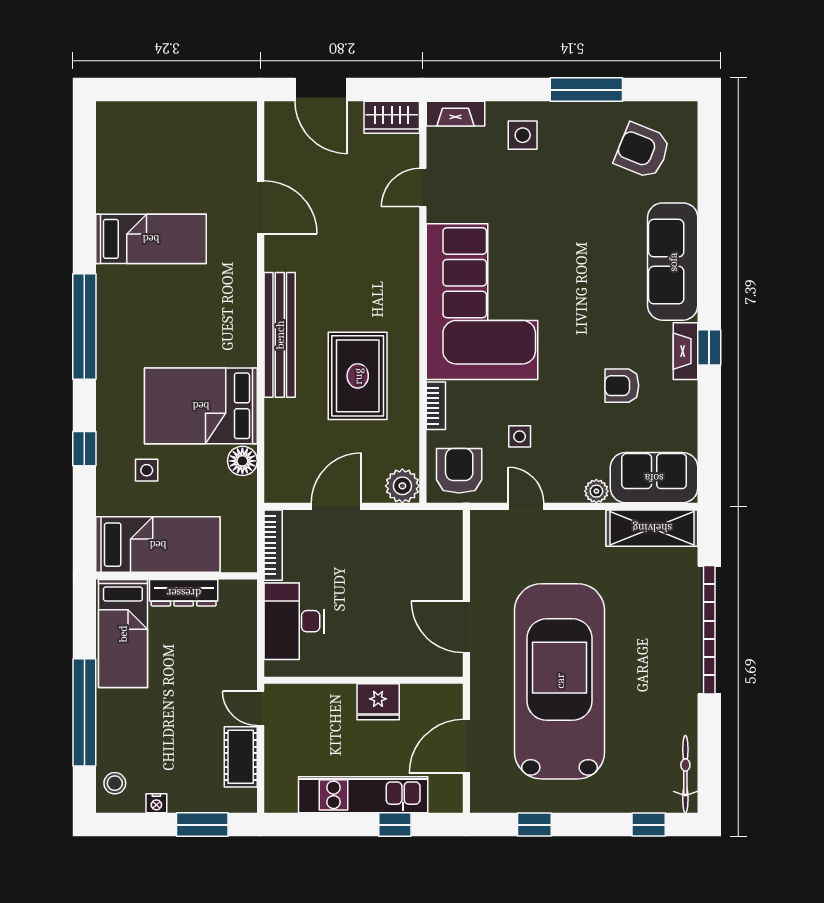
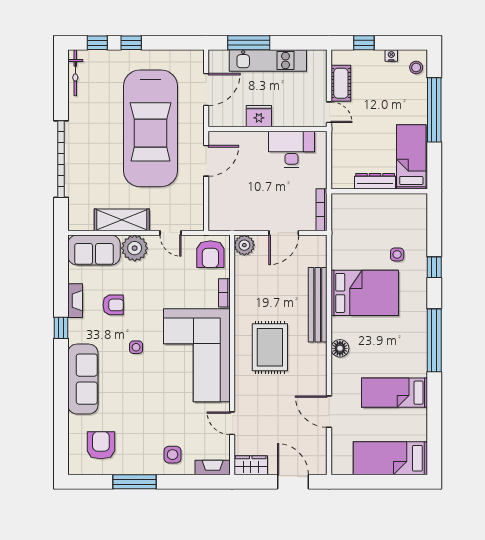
armchair: (642, 151) -> (101, 445), turned -112
door: (423, 188) -> (232, 423), swing flipped
bench: (280, 335) -> (318, 305), moved
fireplace: (686, 351) -> (75, 301), moved
rug: (358, 376) -> (270, 347), moved
side table: (520, 436) -> (136, 347), moved
floor lamp: (242, 461) -> (340, 348), moved
plant: (596, 491) -> (135, 248), width x1.88, depth x1.88
shelving: (652, 528) -> (122, 220), moved
bed: (158, 545) -> (390, 458), moved
desk: (294, 621) -> (292, 149), moved, turned -90
door: (466, 627) -> (206, 161), hinge flipped
window: (202, 825) -> (364, 43), width x0.67
window: (395, 825) -> (249, 43), width x2.17
window: (534, 825) -> (131, 43), moved

